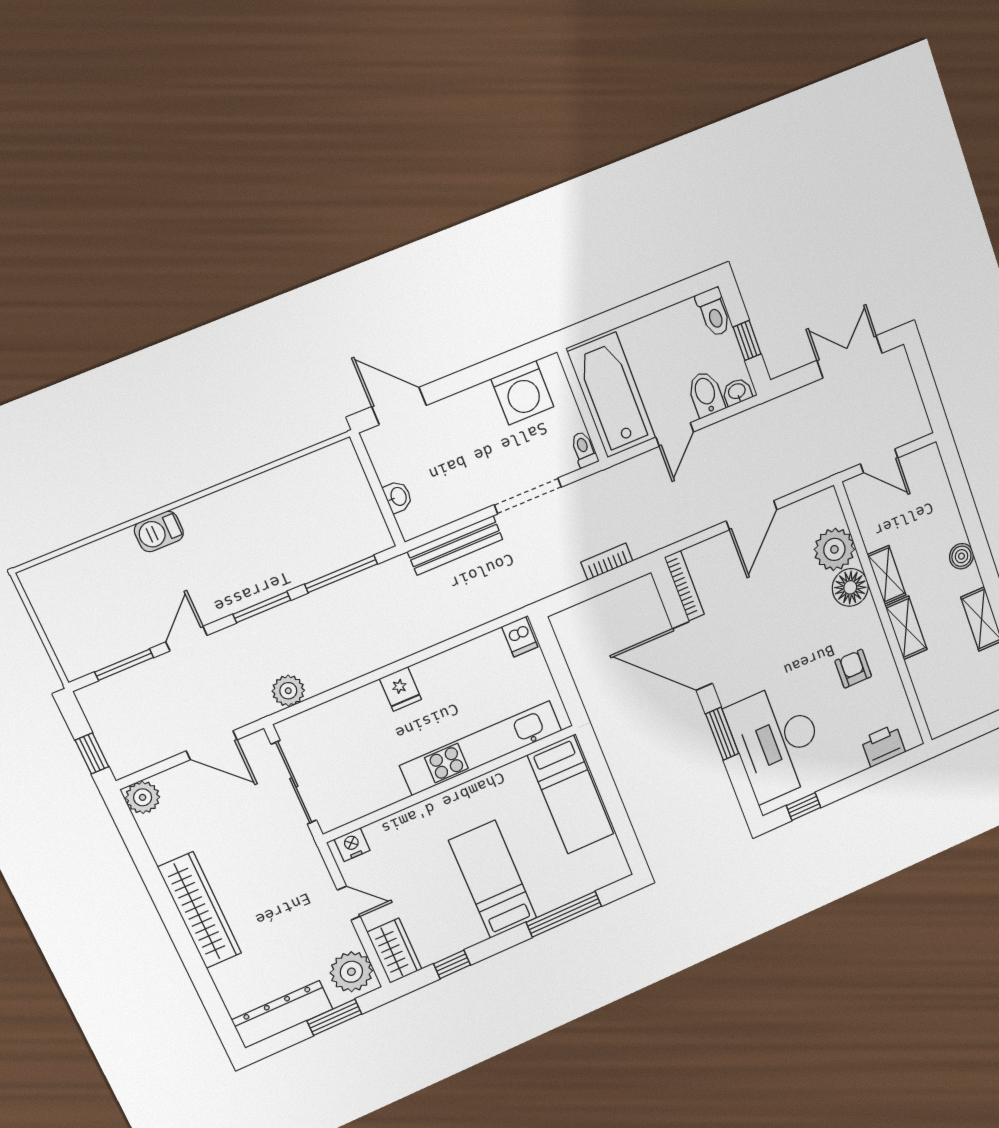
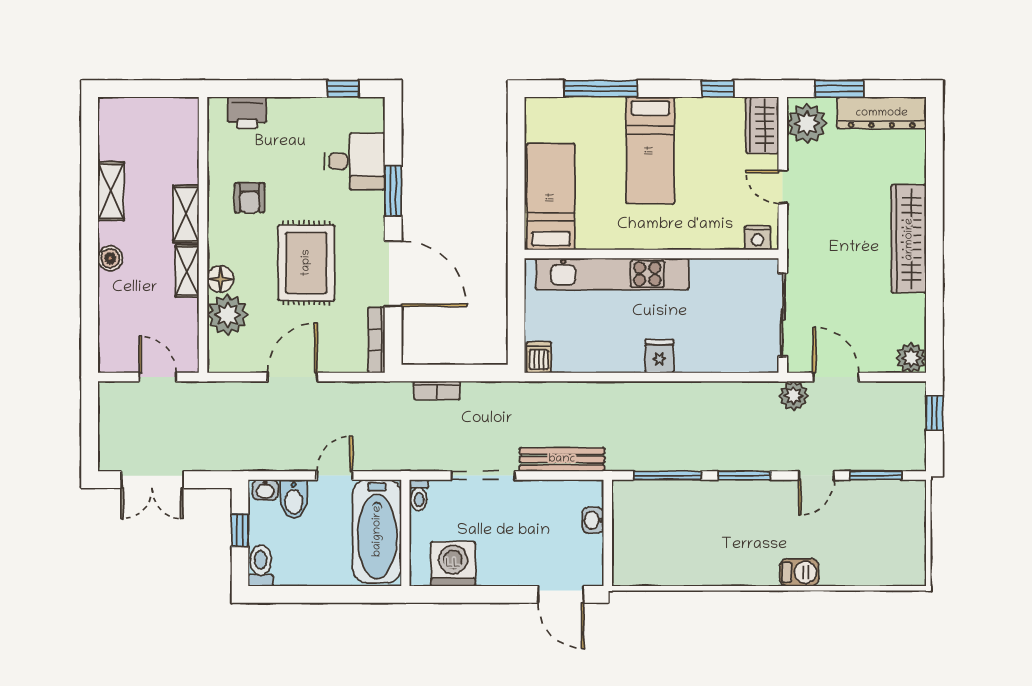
floor lamp: (850, 587) -> (220, 279), width x0.73, depth x0.73
rug: (778, 631) -> (306, 263), added
plant: (288, 691) -> (794, 396), moved
desk: (777, 741) -> (355, 161), width x0.53, depth x0.77

